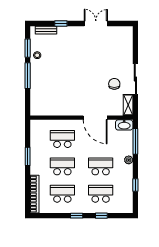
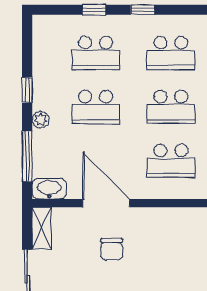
chair: (114, 84) -> (112, 249), moved
window: (135, 185) -> (27, 90), moved

